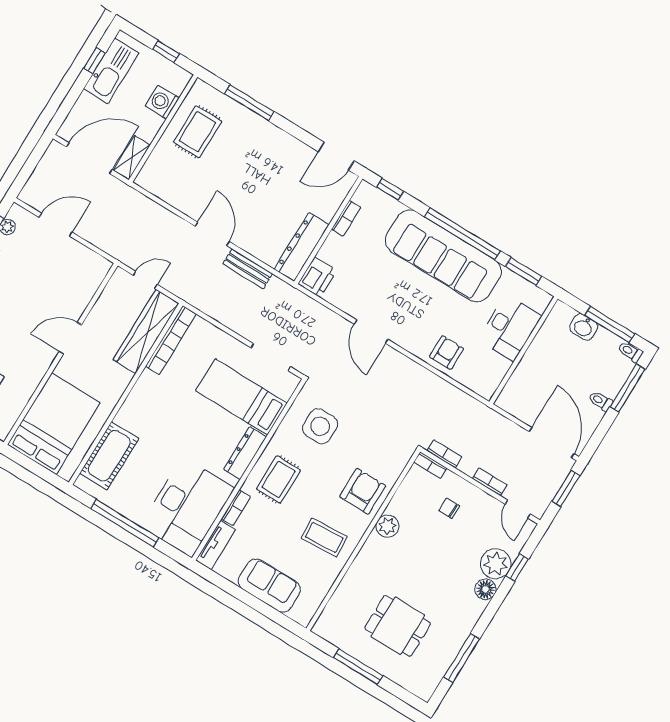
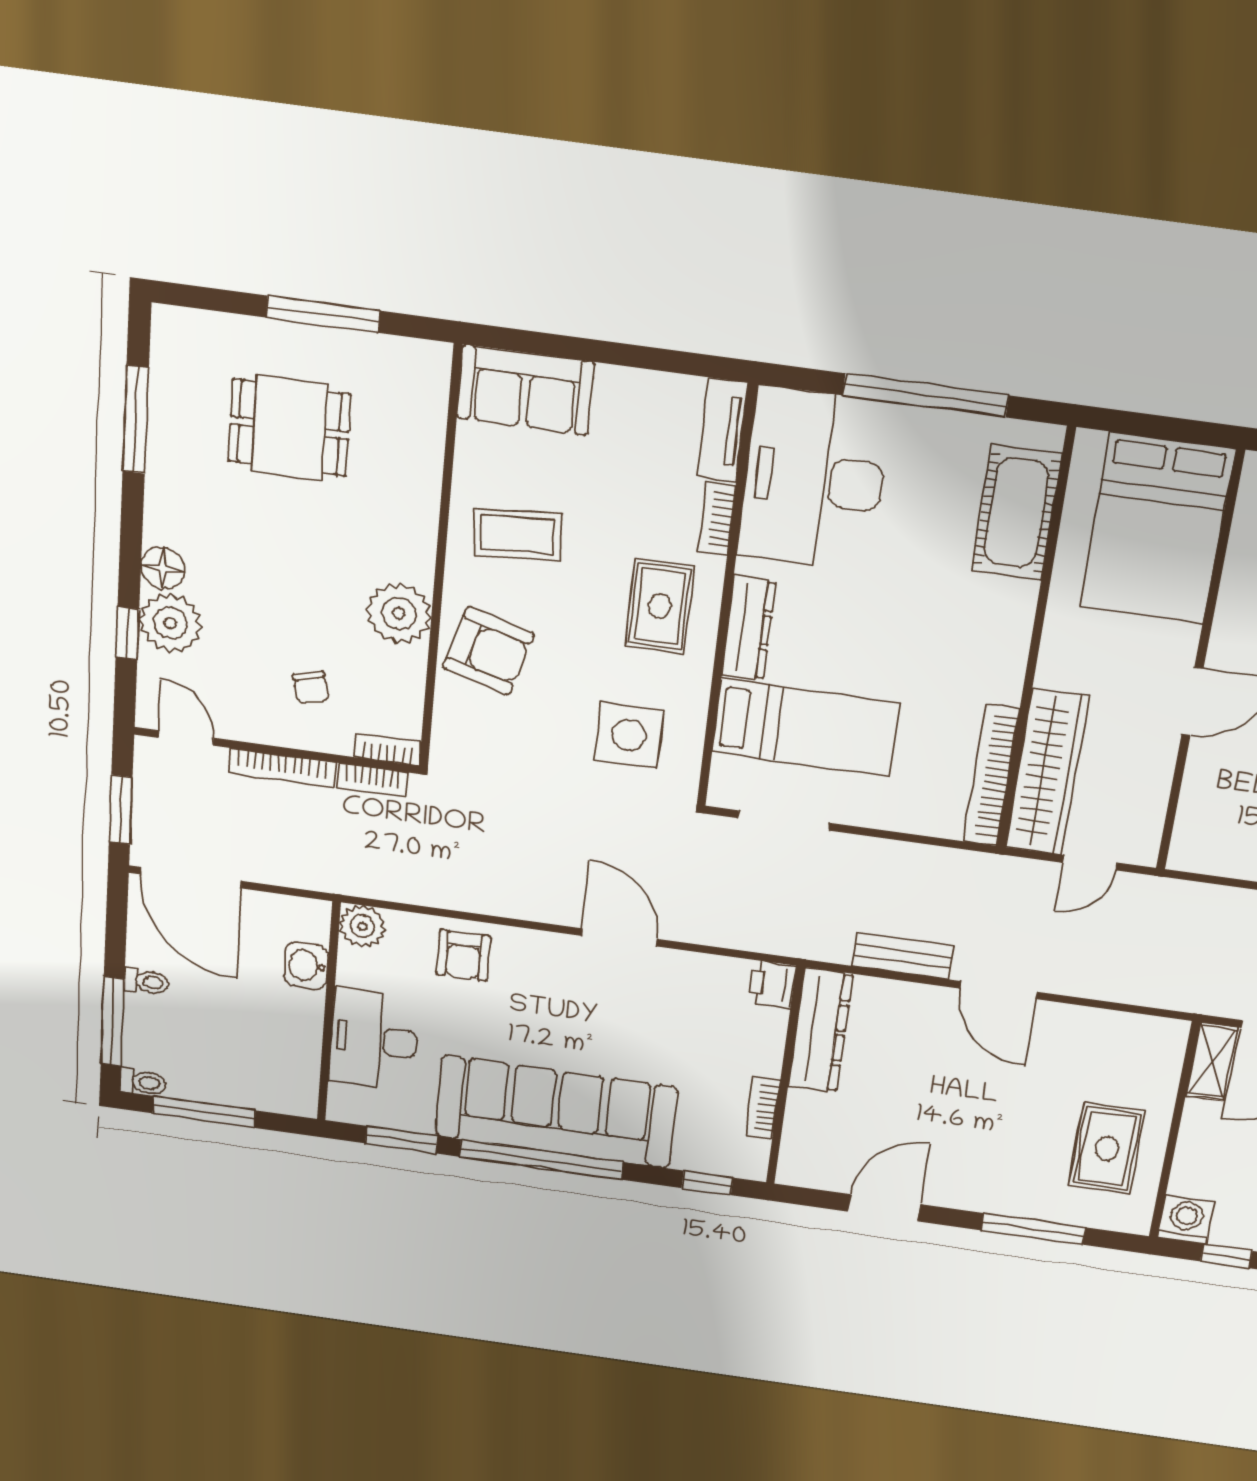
washing machine: (162, 102) -> (1186, 1220), moved, turned -90
door: (336, 156) -> (884, 1208), moved
printer: (317, 277) -> (772, 984), width x0.73, depth x0.81
washbasin: (584, 327) -> (306, 966), moved, turned -90
plant: (486, 386) -> (362, 926), added
bookcase: (490, 482) -> (282, 768), width x1.56
armchair: (363, 491) -> (488, 651), turned -74
chair: (449, 508) -> (311, 687), turned 75
plant: (387, 526) -> (399, 613), width x1.36, depth x1.36
sofa: (269, 586) -> (525, 390), moved

